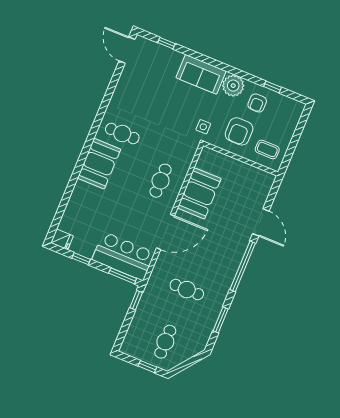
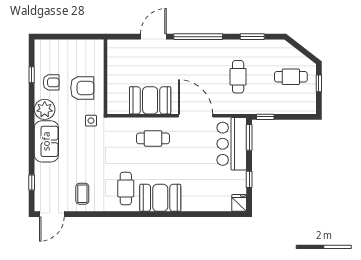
coffee table: (267, 149) -> (82, 194), moved

